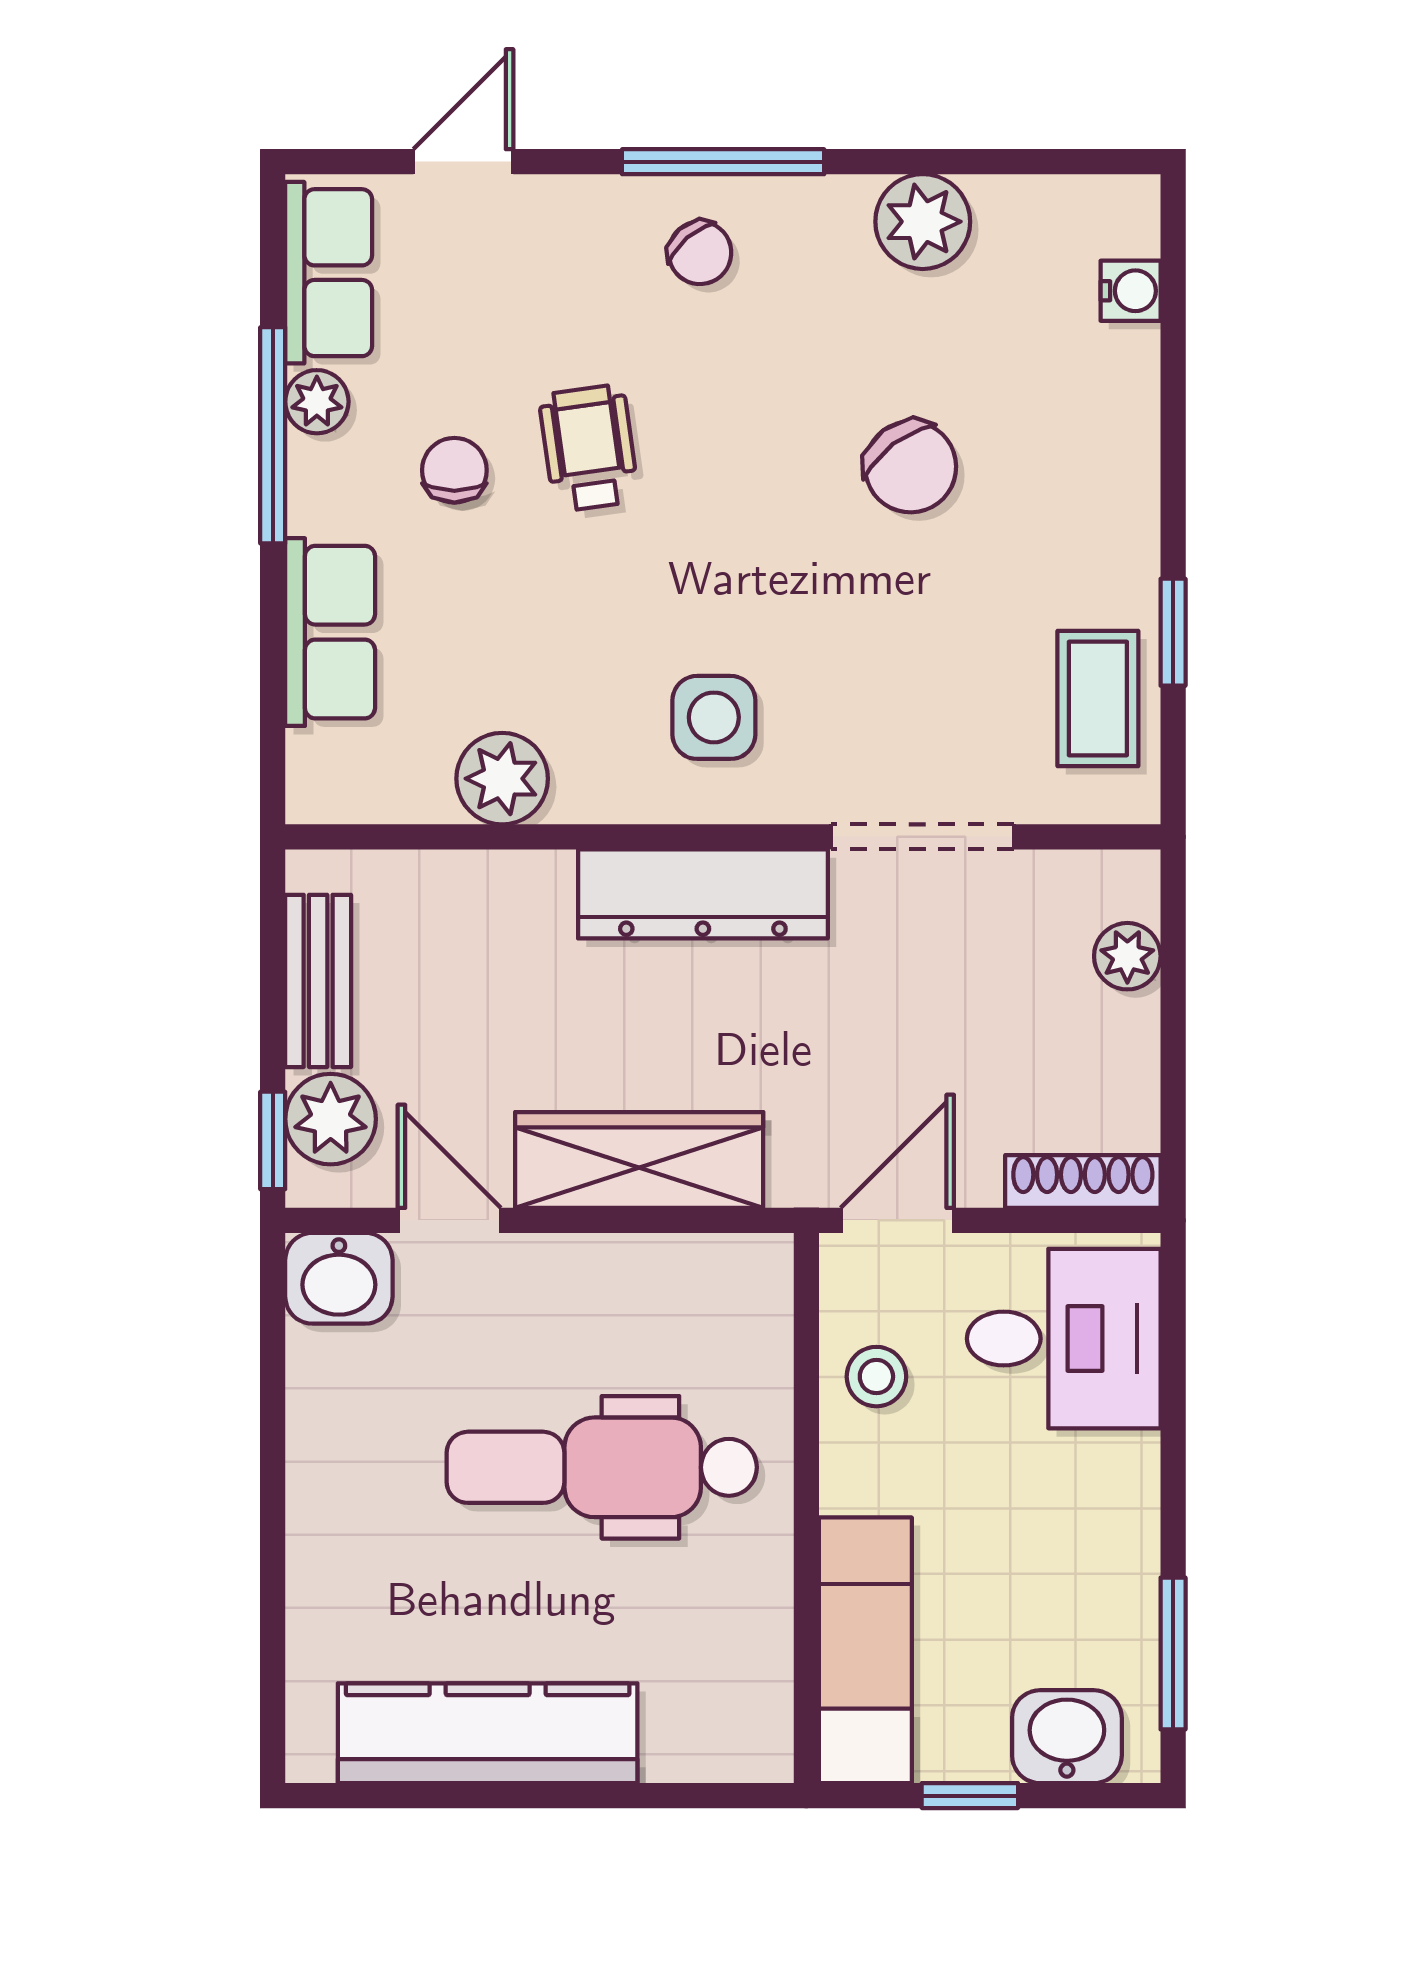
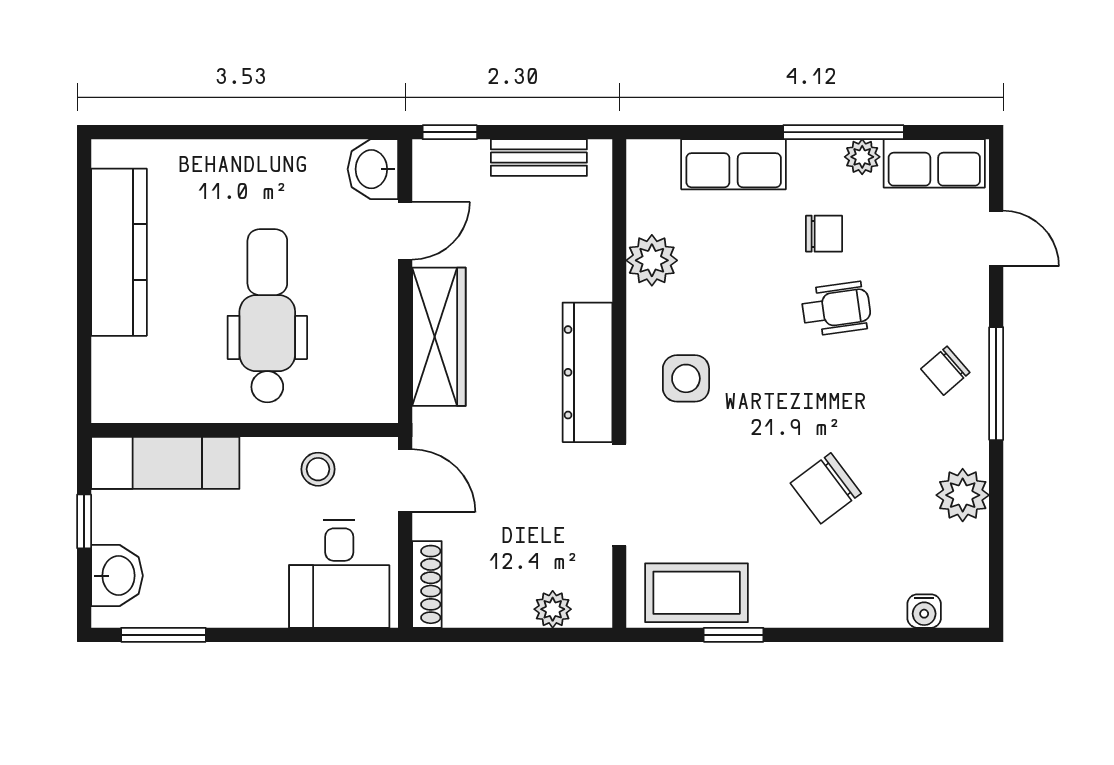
coffee table: (1098, 699) -> (697, 593), width x1.36, depth x1.30
plant: (331, 1119) -> (462, 164), removed

